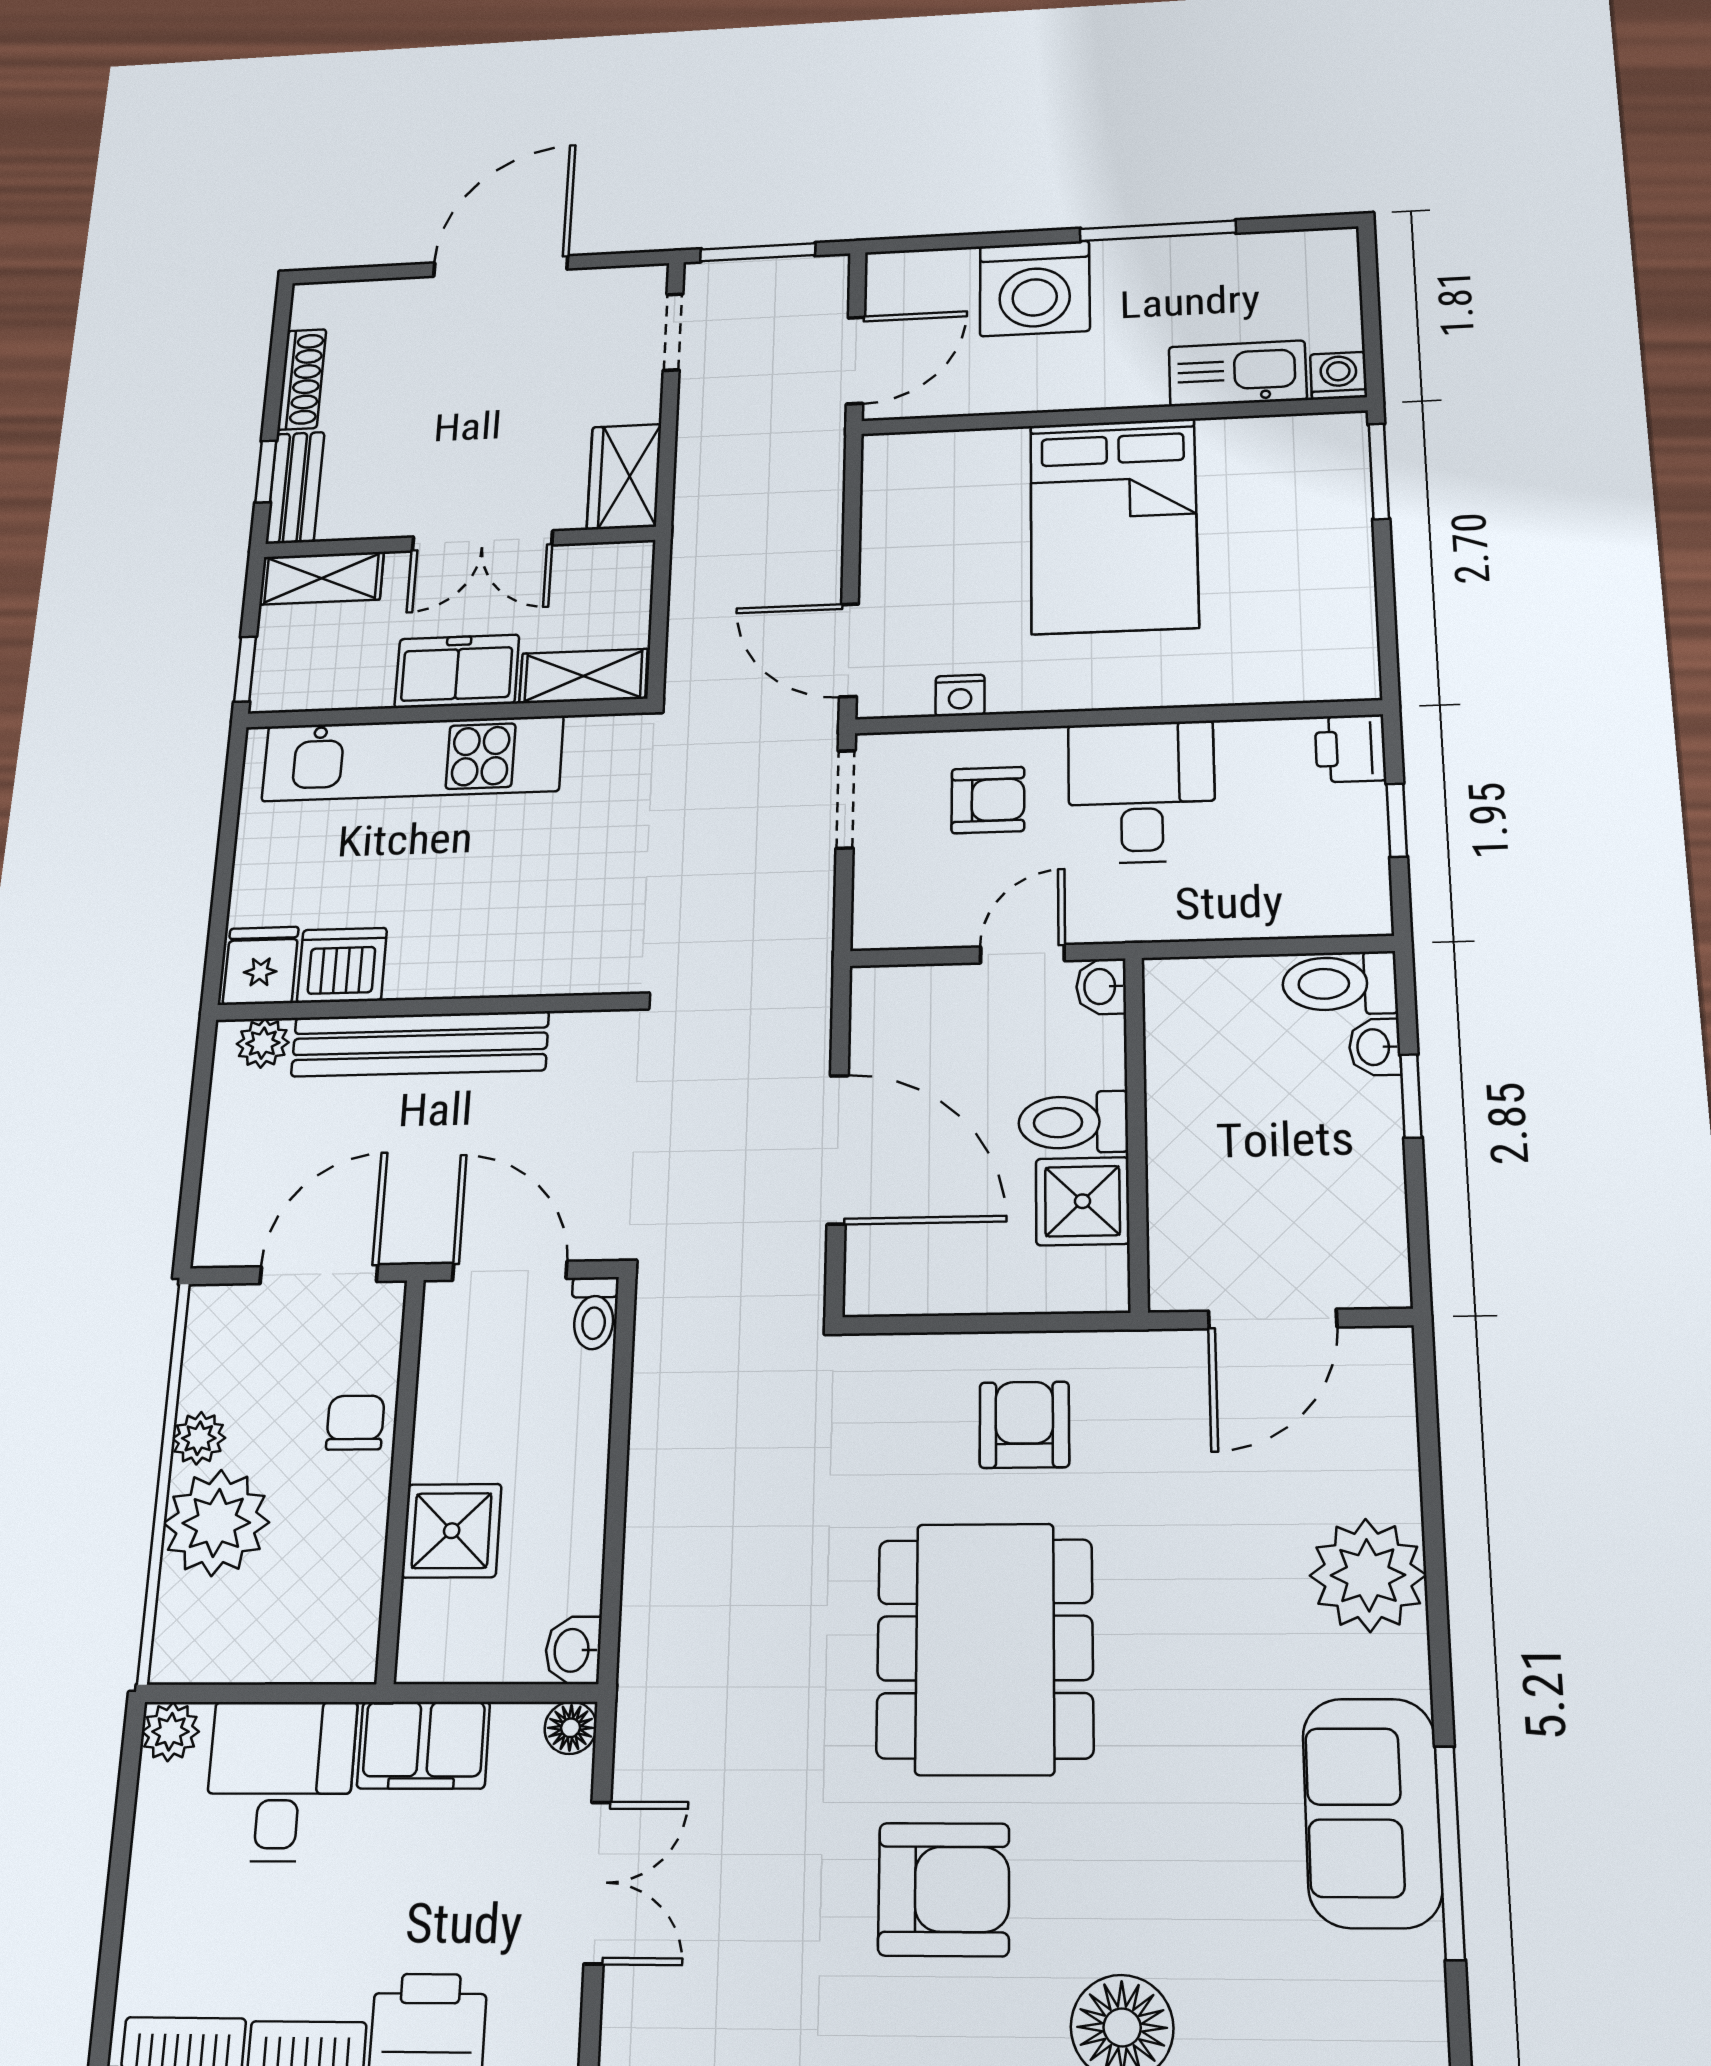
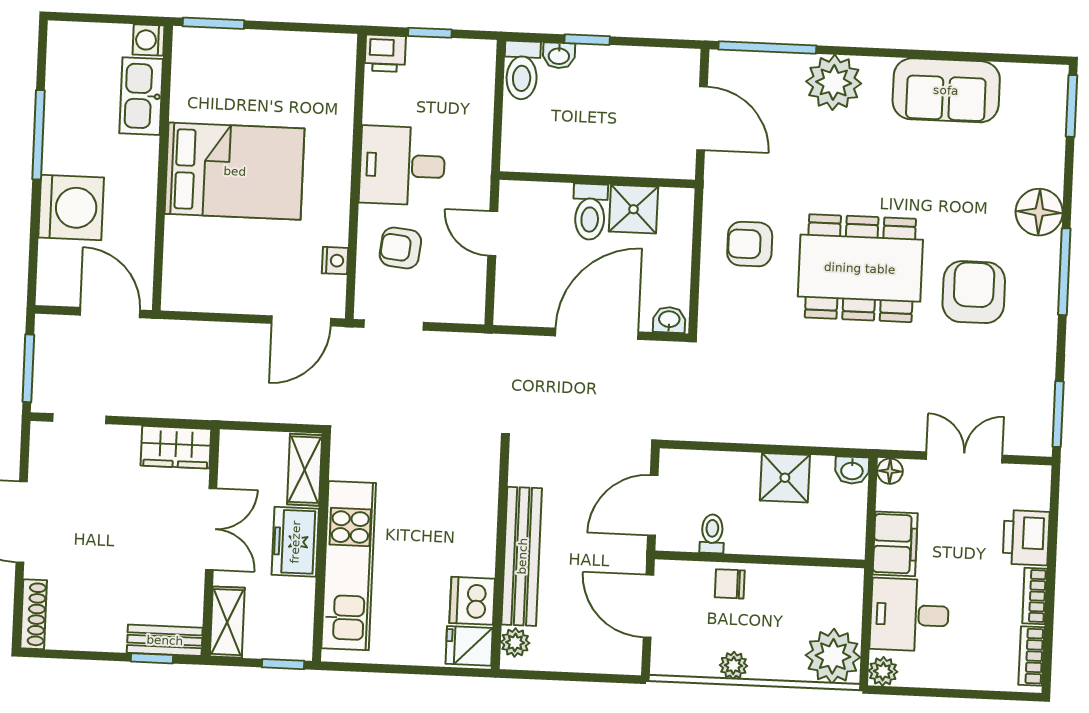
shoe rack: (302, 379) -> (34, 614), moved, turned 90
armchair: (988, 800) -> (400, 248), turned -84
washbasin: (1101, 987) -> (669, 320), moved, turned 180
toilet: (594, 1313) -> (712, 534), moved, turned -90
plant: (216, 1523) -> (833, 656), moved
shower: (452, 1531) -> (785, 478), moved
window: (1450, 1852) -> (767, 47), moved

